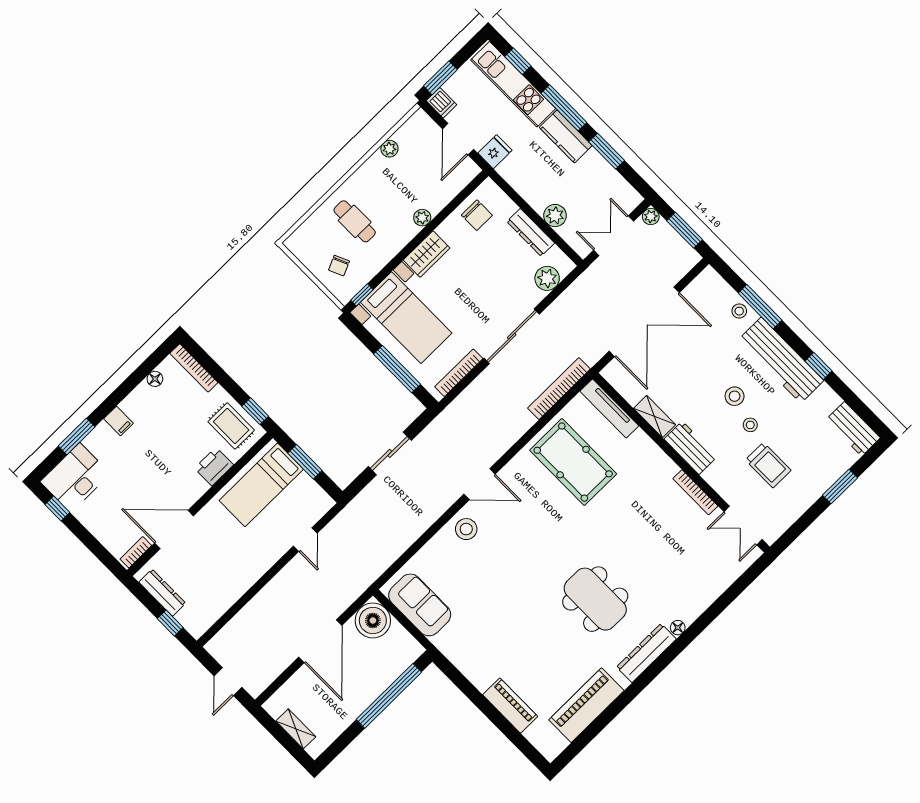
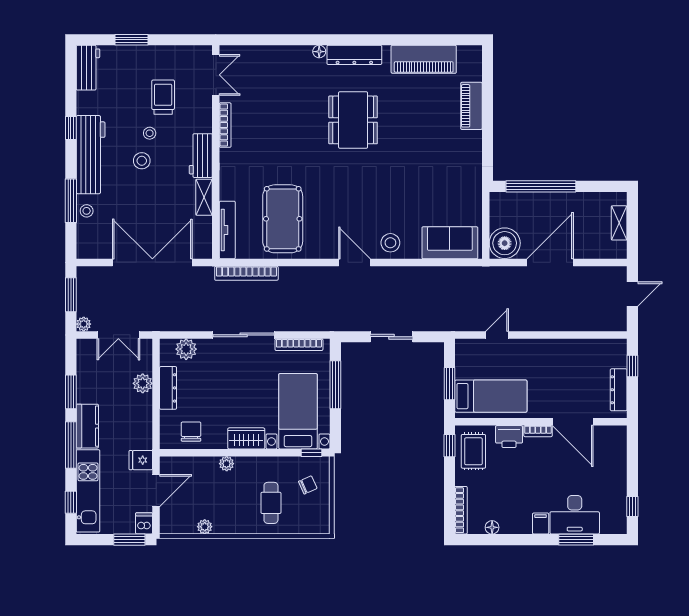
desk: (75, 478) -> (575, 515), moved
bookcase: (136, 552) -> (538, 431), moved
sofa: (420, 605) -> (450, 243), moved, turned 90

